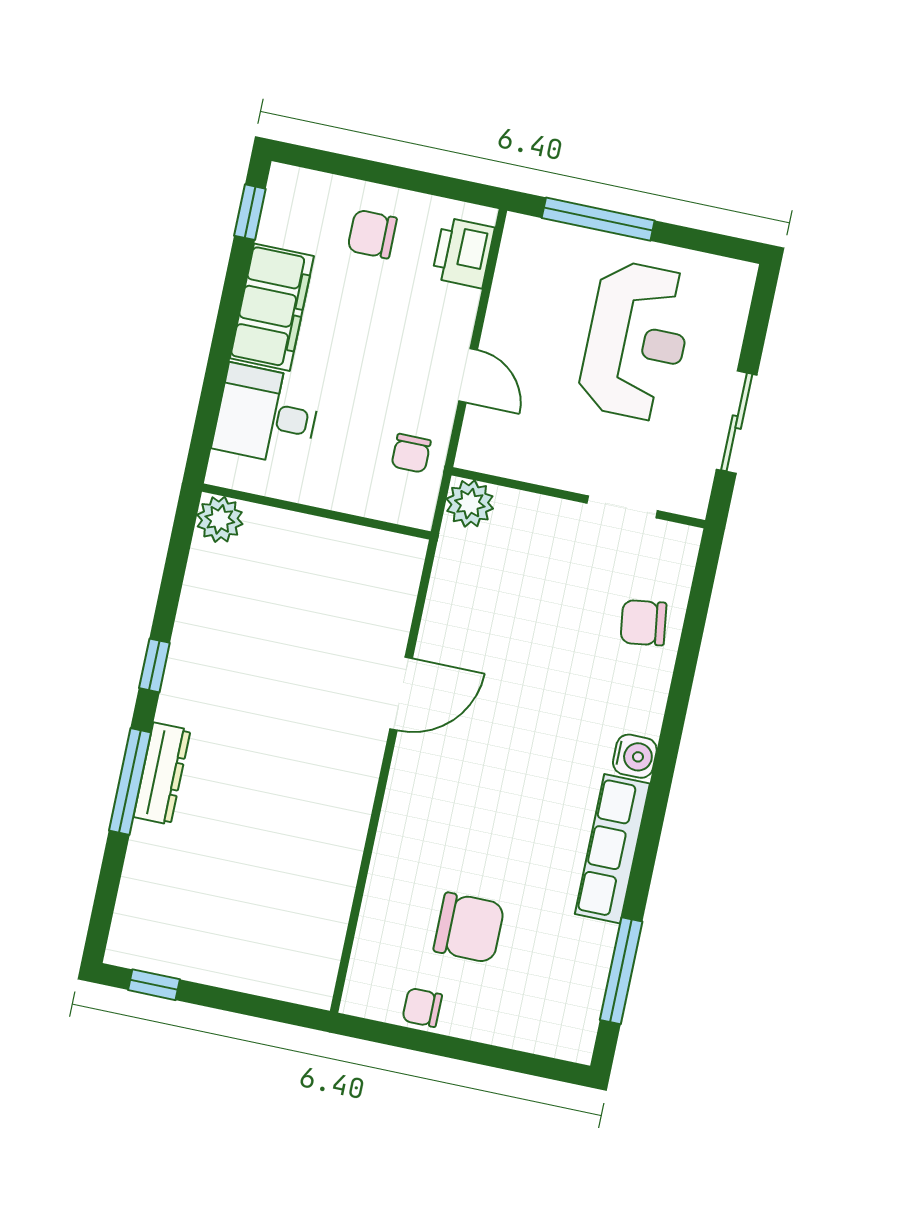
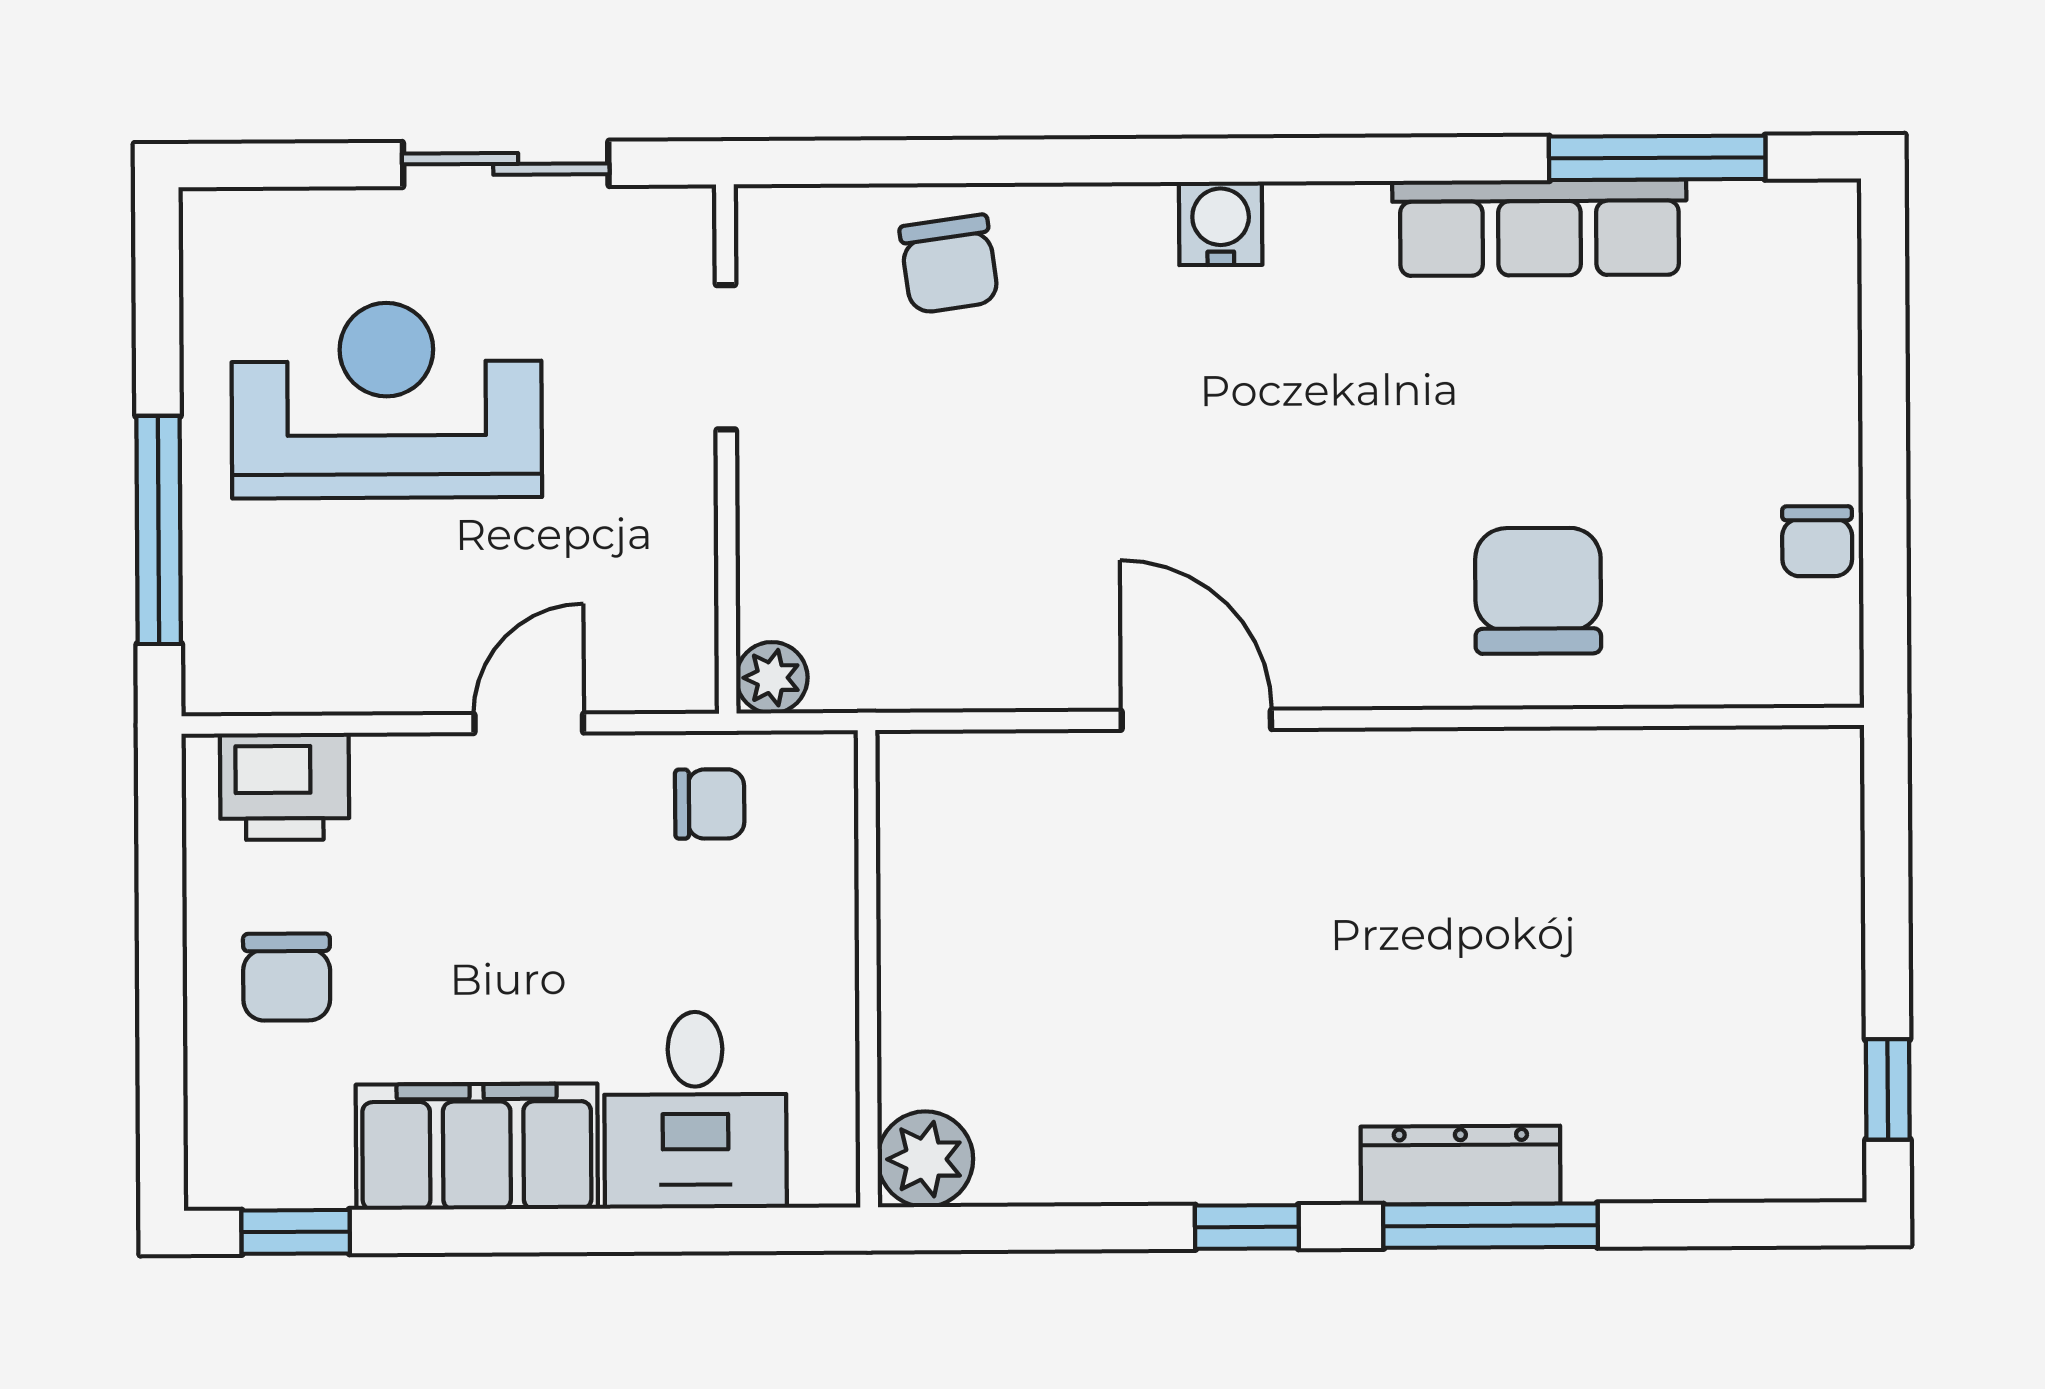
plant: (470, 504) -> (772, 678), width x0.73, depth x0.73
row of seats: (612, 849) -> (1539, 228), moved
chair: (469, 928) -> (1538, 591), moved

